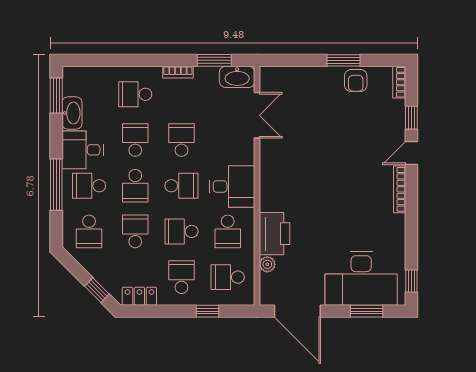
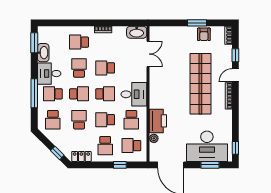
window: (214, 60) -> (124, 23), removed
school desk: (181, 140) -> (105, 68), turned -90
shop shelf: (350, 168) -> (200, 84), added
school desk: (135, 186) -> (79, 94), turned -90
school desk: (181, 277) -> (105, 146), turned 180

